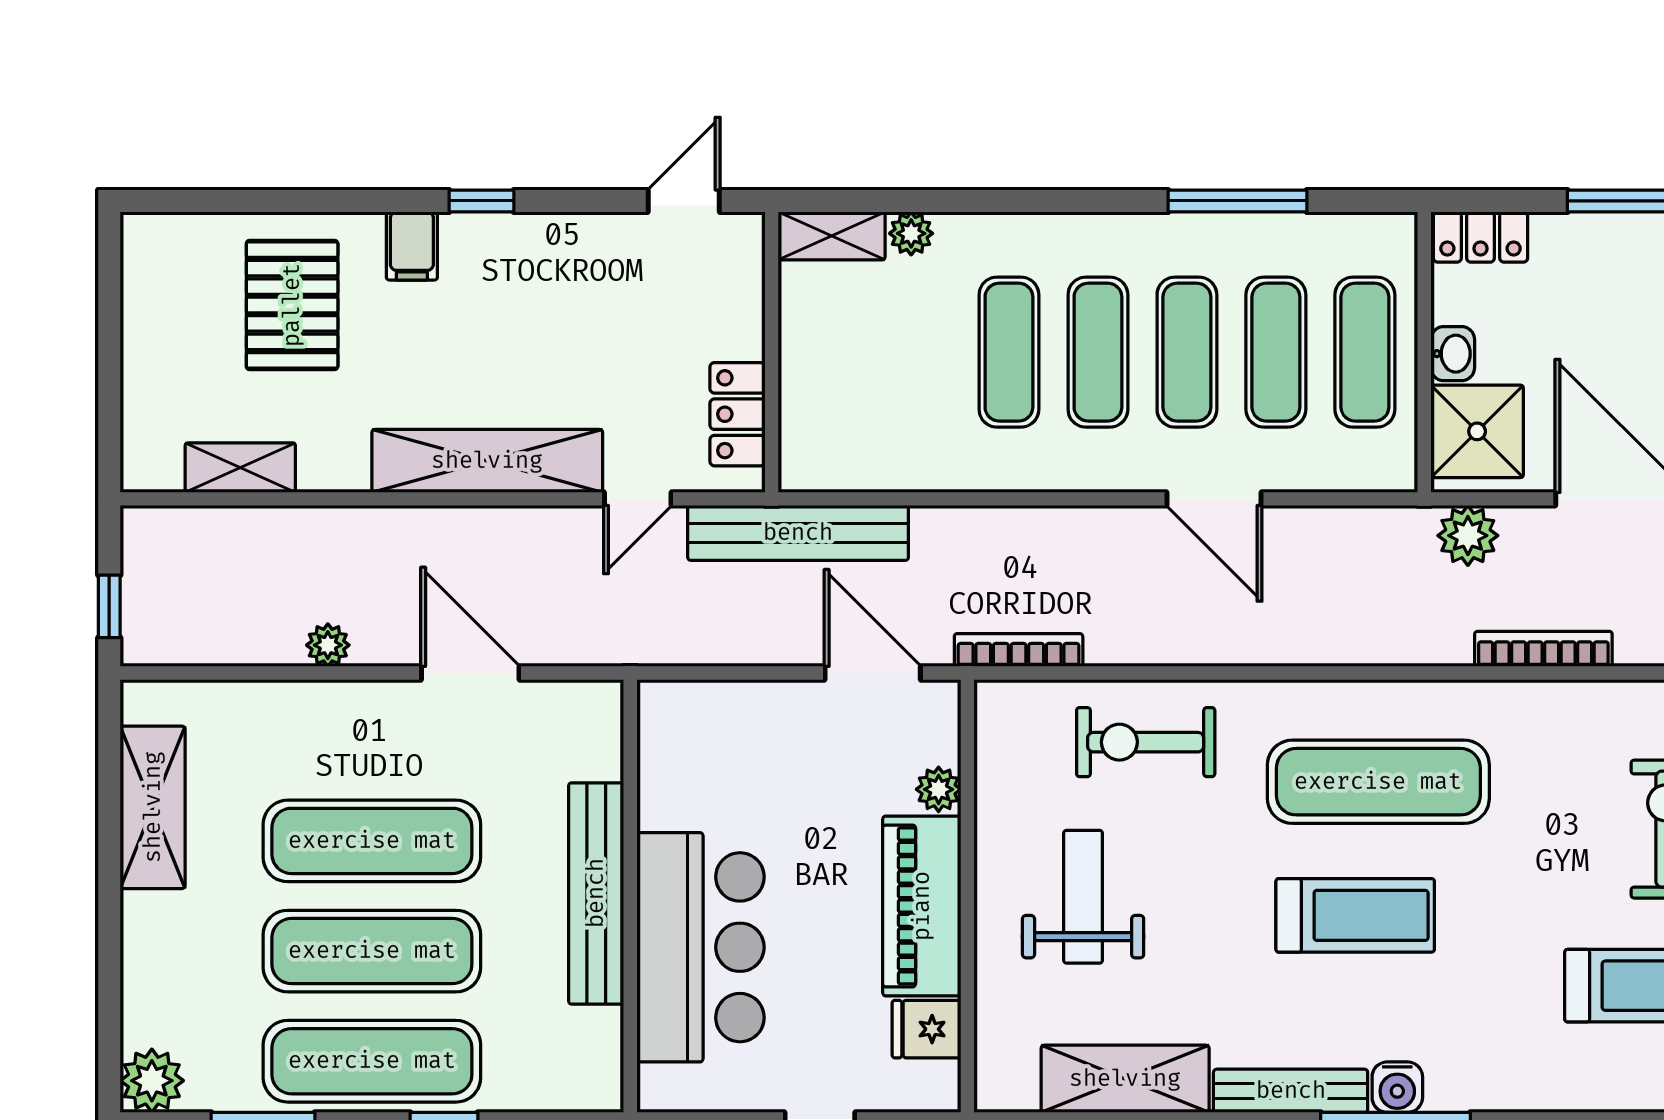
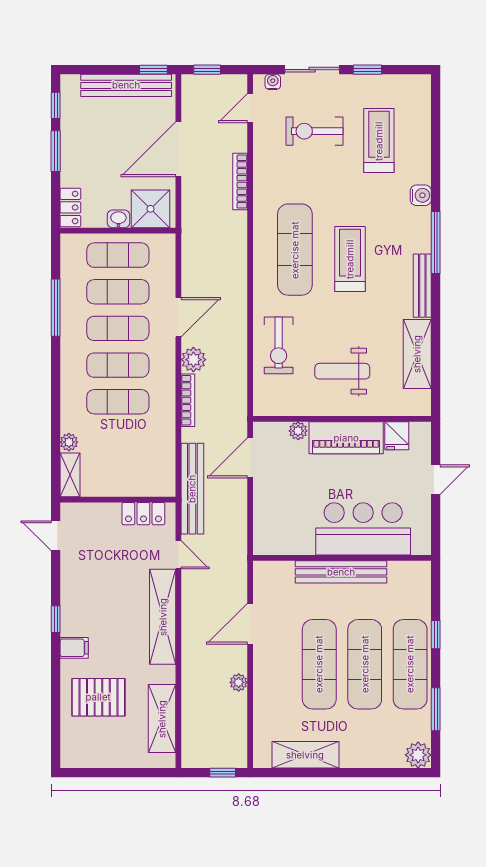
shelving: (240, 468) -> (162, 719), width x1.50, depth x1.33
plant: (1468, 536) -> (193, 360), moved
bookcase: (1019, 650) -> (188, 400), moved, turned 180
water cooler: (1397, 1087) -> (421, 195), moved

